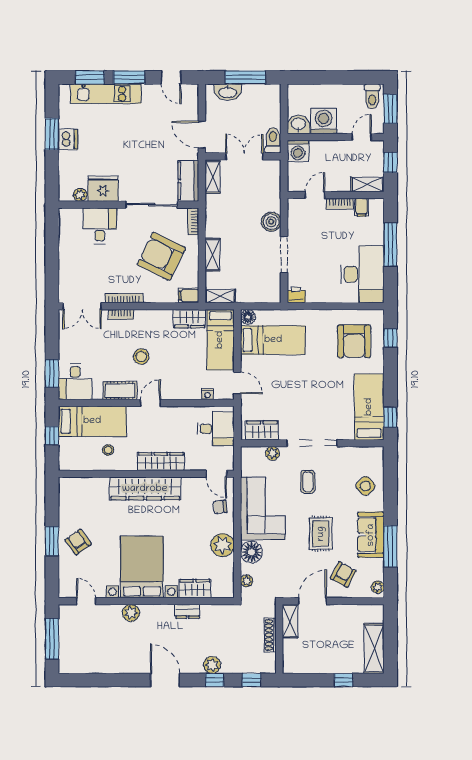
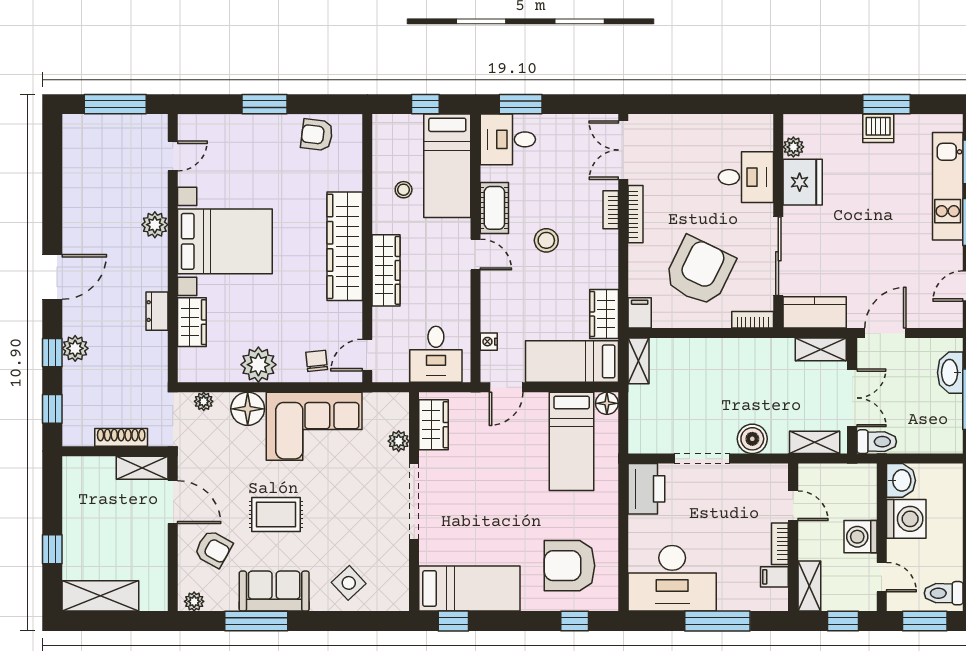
washing machine: (298, 151) -> (861, 537), moved
shelving: (212, 255) -> (815, 442), moved
printer: (296, 295) -> (646, 489), width x1.87, depth x1.48
coffee table: (308, 482) -> (355, 495), removed
armchair: (78, 542) -> (317, 135), moved, turned -137

